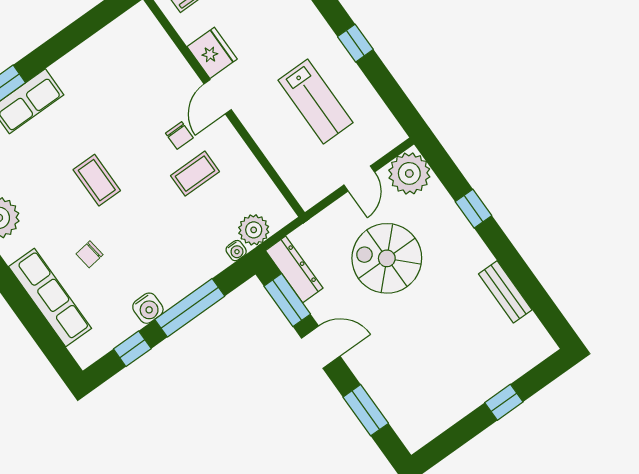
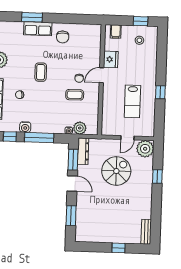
chair: (87, 81) -> (63, 37), added
spiral stairs: (387, 258) -> (116, 171), turned 90
bench: (505, 292) -> (146, 232), moved

